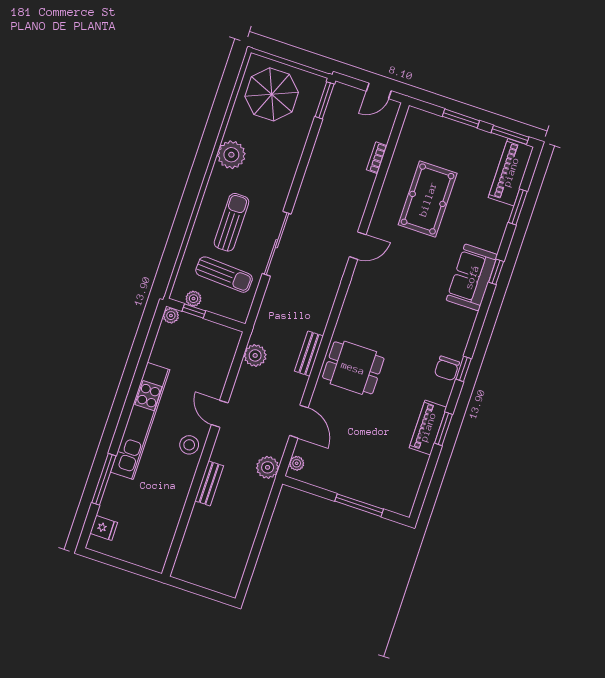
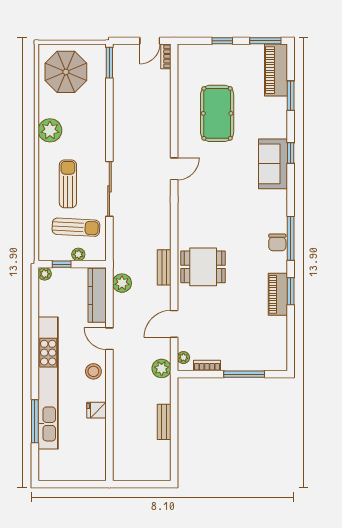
window: (461, 118) -> (222, 41), width x0.67
bookcase: (377, 158) -> (166, 56), moved
plant: (193, 299) -> (78, 254), moved
kitchen counter: (222, 360) -> (97, 295), added
window: (464, 369) -> (291, 238), width x2.17
kitchen unit: (140, 421) -> (48, 383), width x1.36
door: (299, 422) -> (174, 324), swing flipped
bookcase: (320, 481) -> (207, 366), added
bench: (209, 483) -> (164, 422), moved
fridge: (104, 528) -> (97, 410), moved, turned 180

